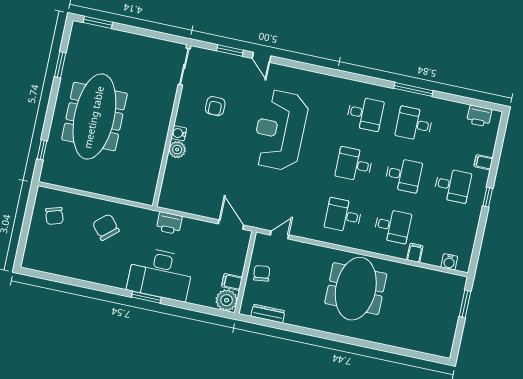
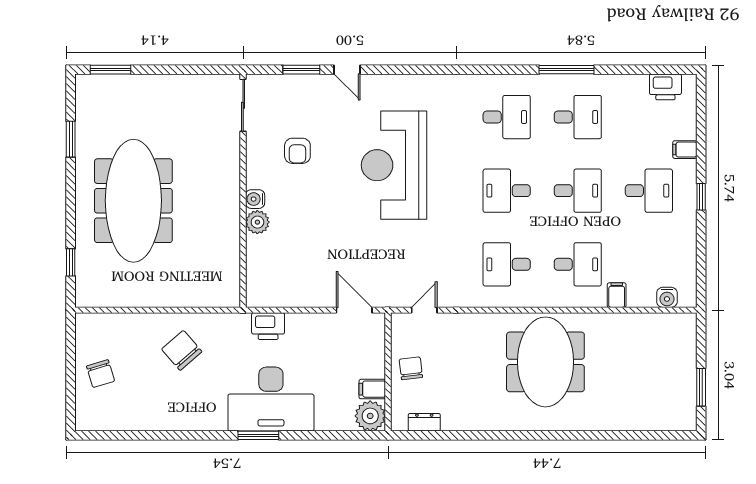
desk: (414, 124) -> (578, 117), turned 180
chair: (54, 216) -> (101, 374), moved
window: (465, 304) -> (701, 387), moved
dresser: (268, 314) -> (424, 422), width x0.70

